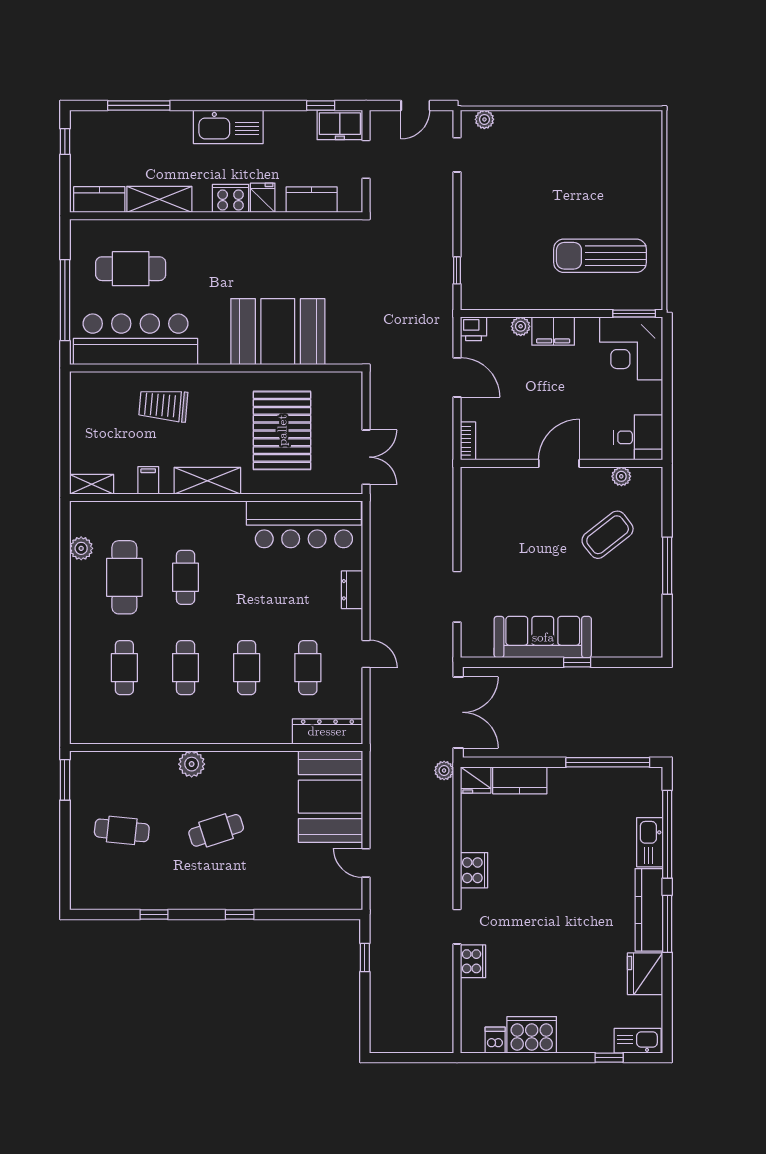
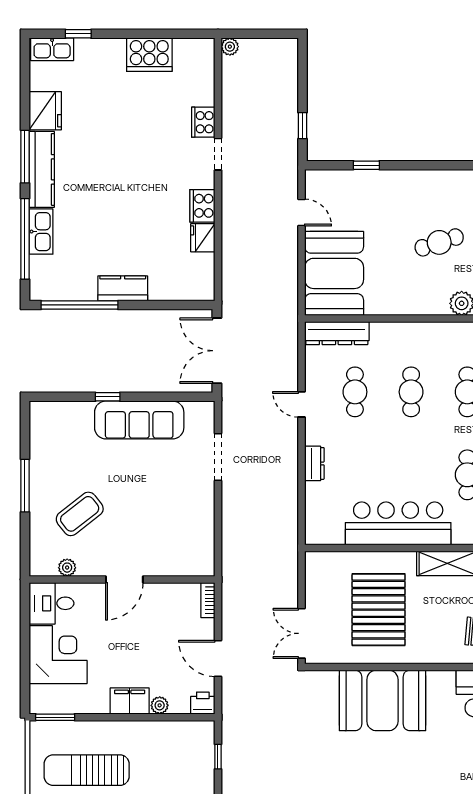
sun lounger: (600, 256) -> (87, 770), turned 180
corner desk: (631, 348) -> (58, 655), moved
double door: (366, 457) -> (301, 633), moved
bar counter: (304, 524) -> (398, 523), moved
plant: (444, 771) -> (230, 47), moved
fridge: (476, 780) -> (203, 238), moved, turned -90
kitchen counter: (520, 780) -> (123, 288), moved
window: (240, 914) -> (366, 165), moved
dishwasher: (495, 1040) -> (183, 50), removed

